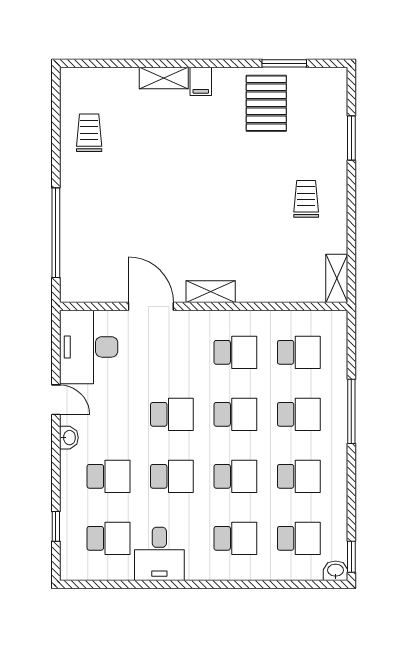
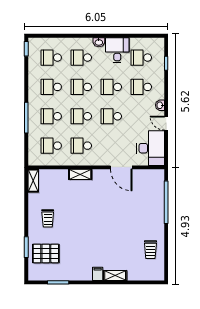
pallet: (266, 103) -> (46, 253), moved, turned 90
shelving: (211, 292) -> (80, 174), moved
washbasin: (336, 571) -> (99, 42), moved

